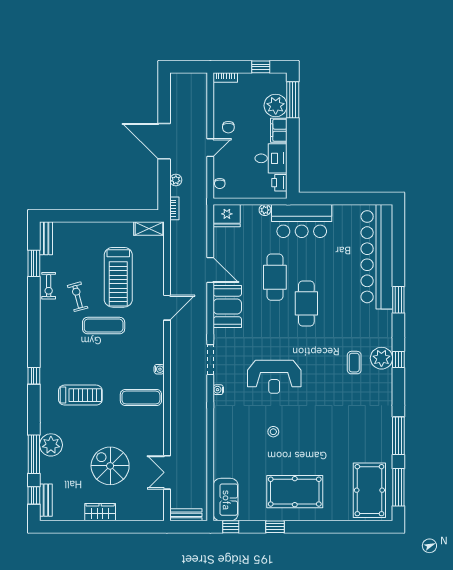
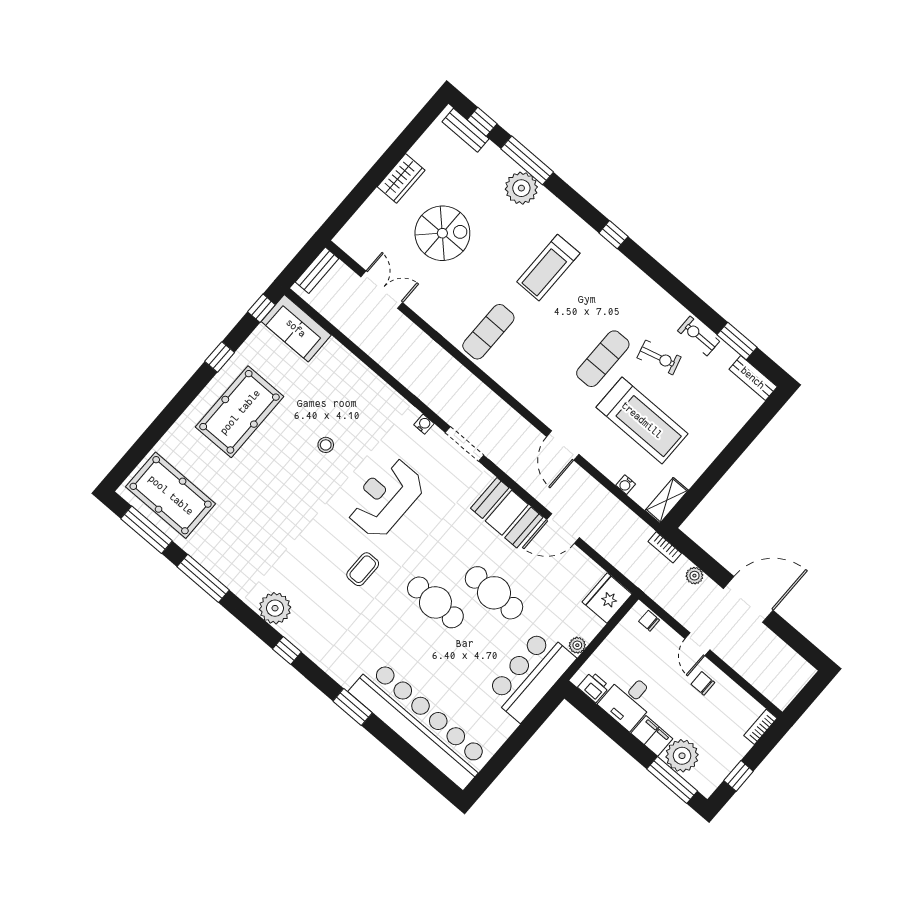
treadmill: (118, 277) -> (642, 420), turned 180
plant: (381, 358) -> (275, 608), moved
coffee table: (354, 363) -> (363, 569), moved, turned 90
water cooler: (159, 369) -> (626, 485), moved

